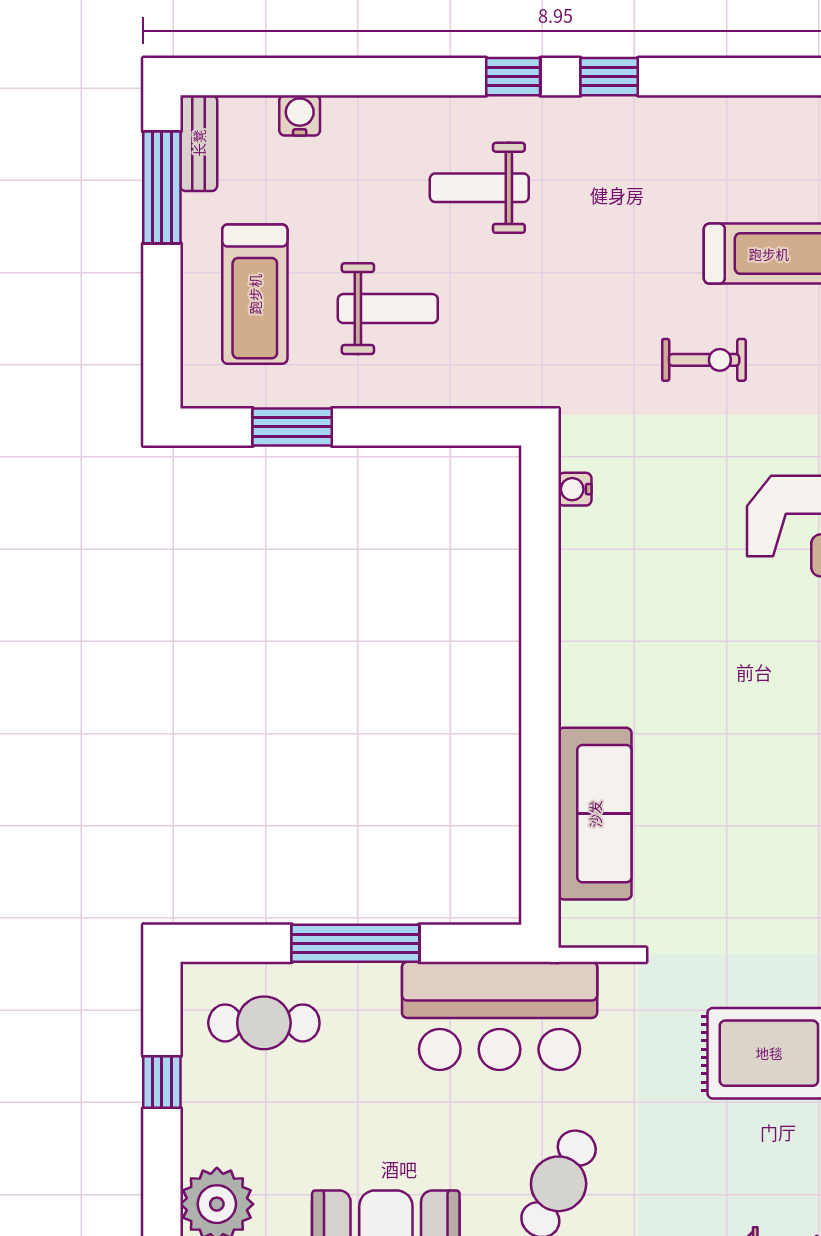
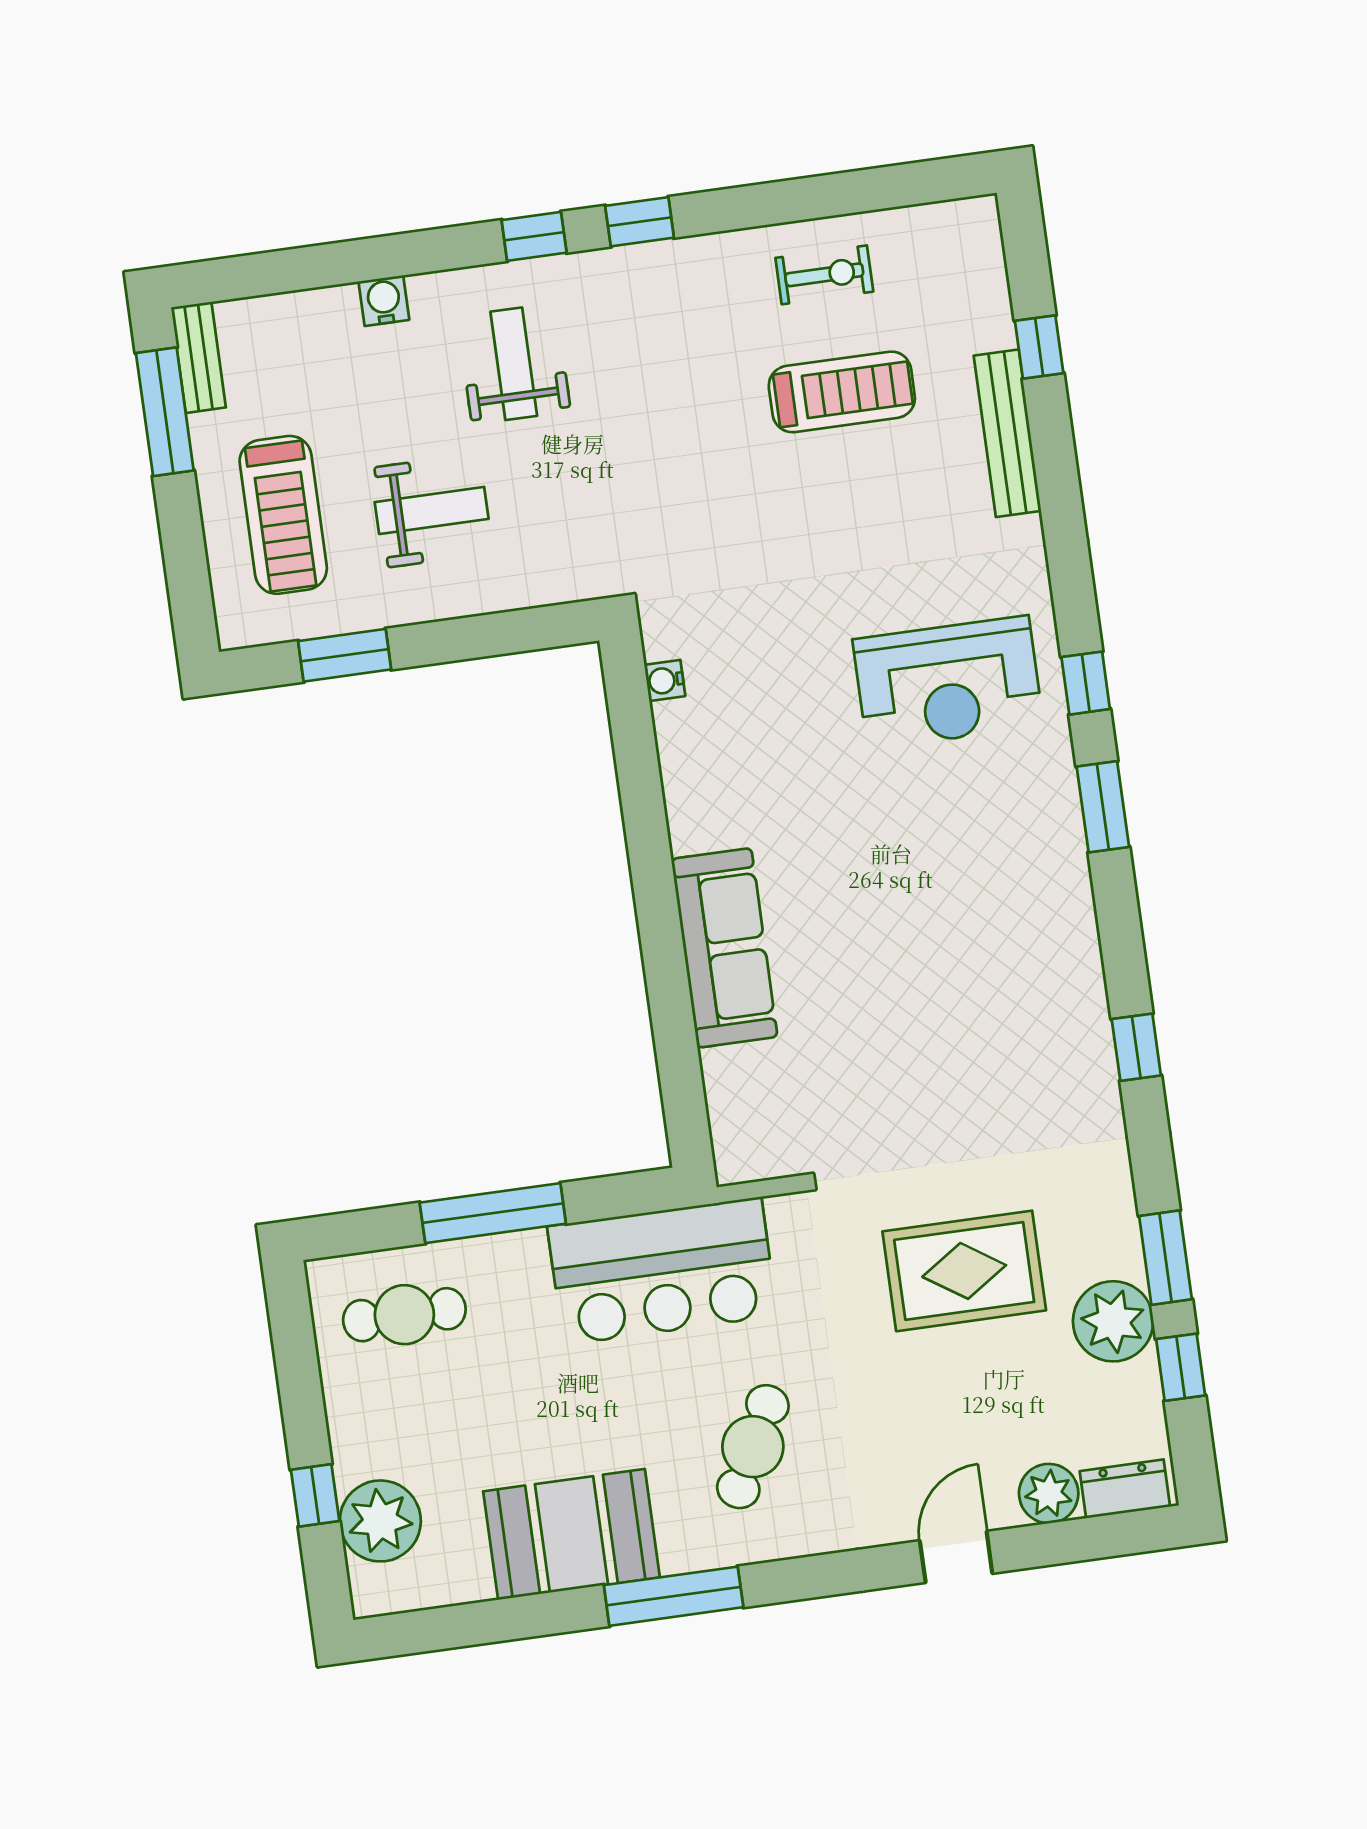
water cooler: (300, 115) -> (384, 301), moved
weight bench: (479, 188) -> (514, 364), turned 90
exercise bike: (704, 360) -> (824, 275), moved
sofa: (595, 814) -> (724, 948), moved
window: (162, 1082) -> (315, 1495), moved

